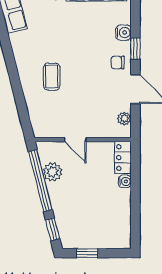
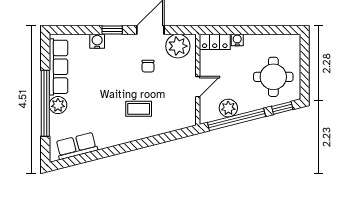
chair: (118, 63) -> (148, 66), moved
plant: (124, 118) -> (178, 46), width x1.88, depth x1.88
round table: (86, 220) -> (273, 77), added
window: (87, 253) -> (305, 75), removed

